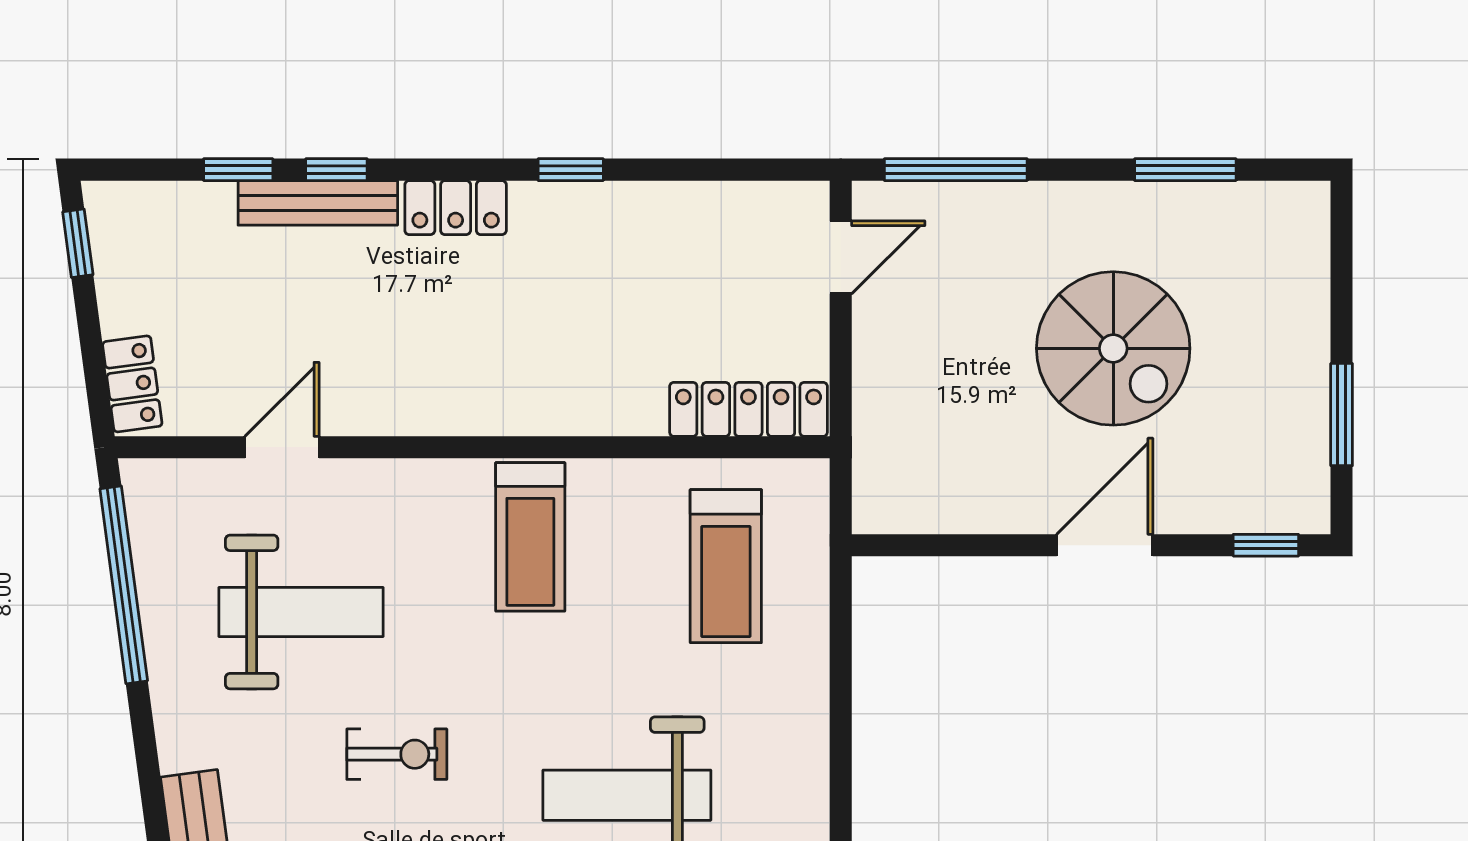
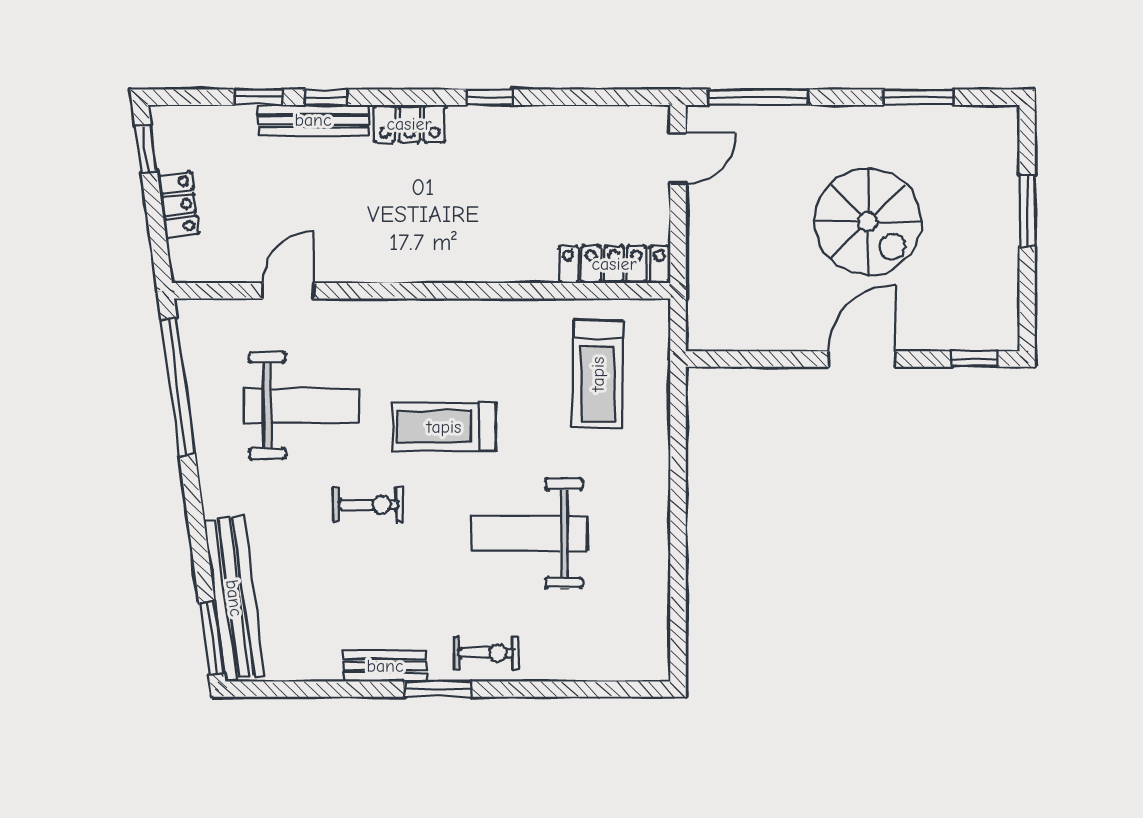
locker: (132, 384) -> (178, 205), moved
window: (1342, 415) -> (1027, 211), moved
treadmill: (530, 537) -> (444, 427), moved, turned 90

